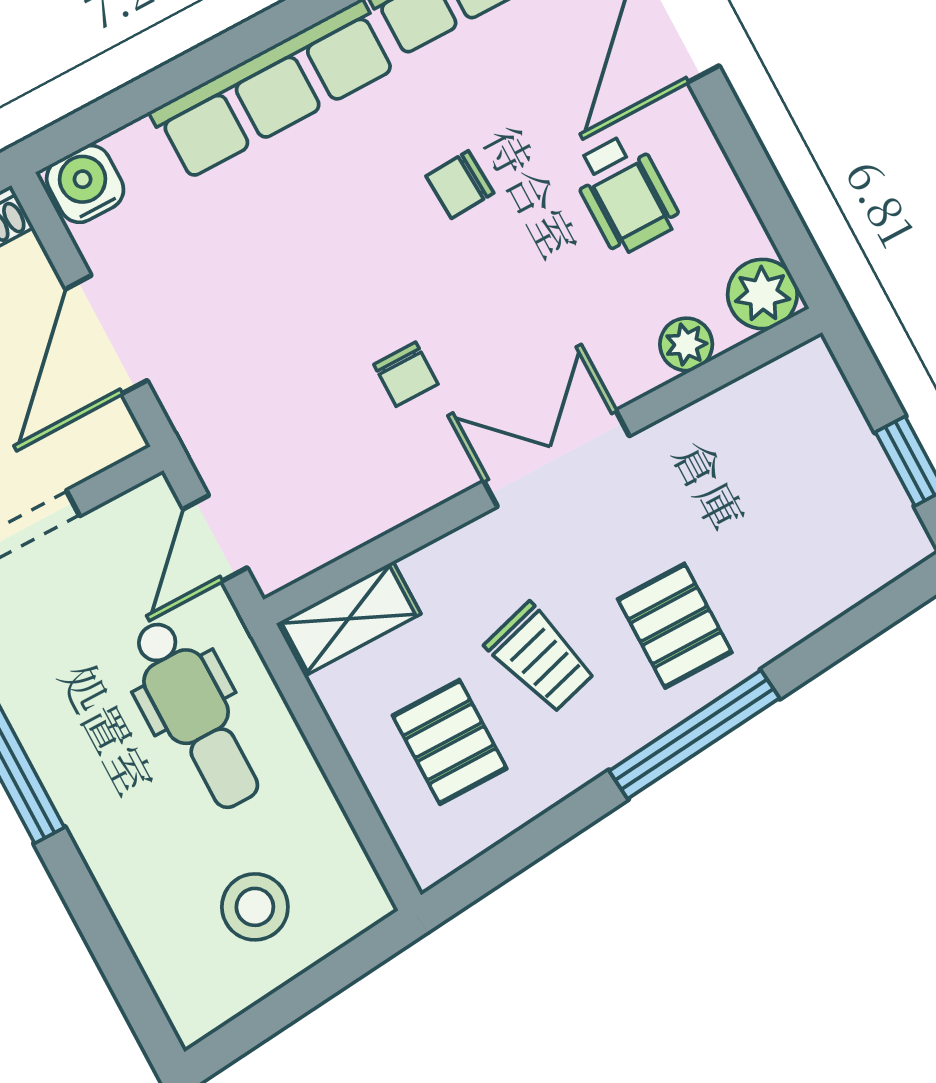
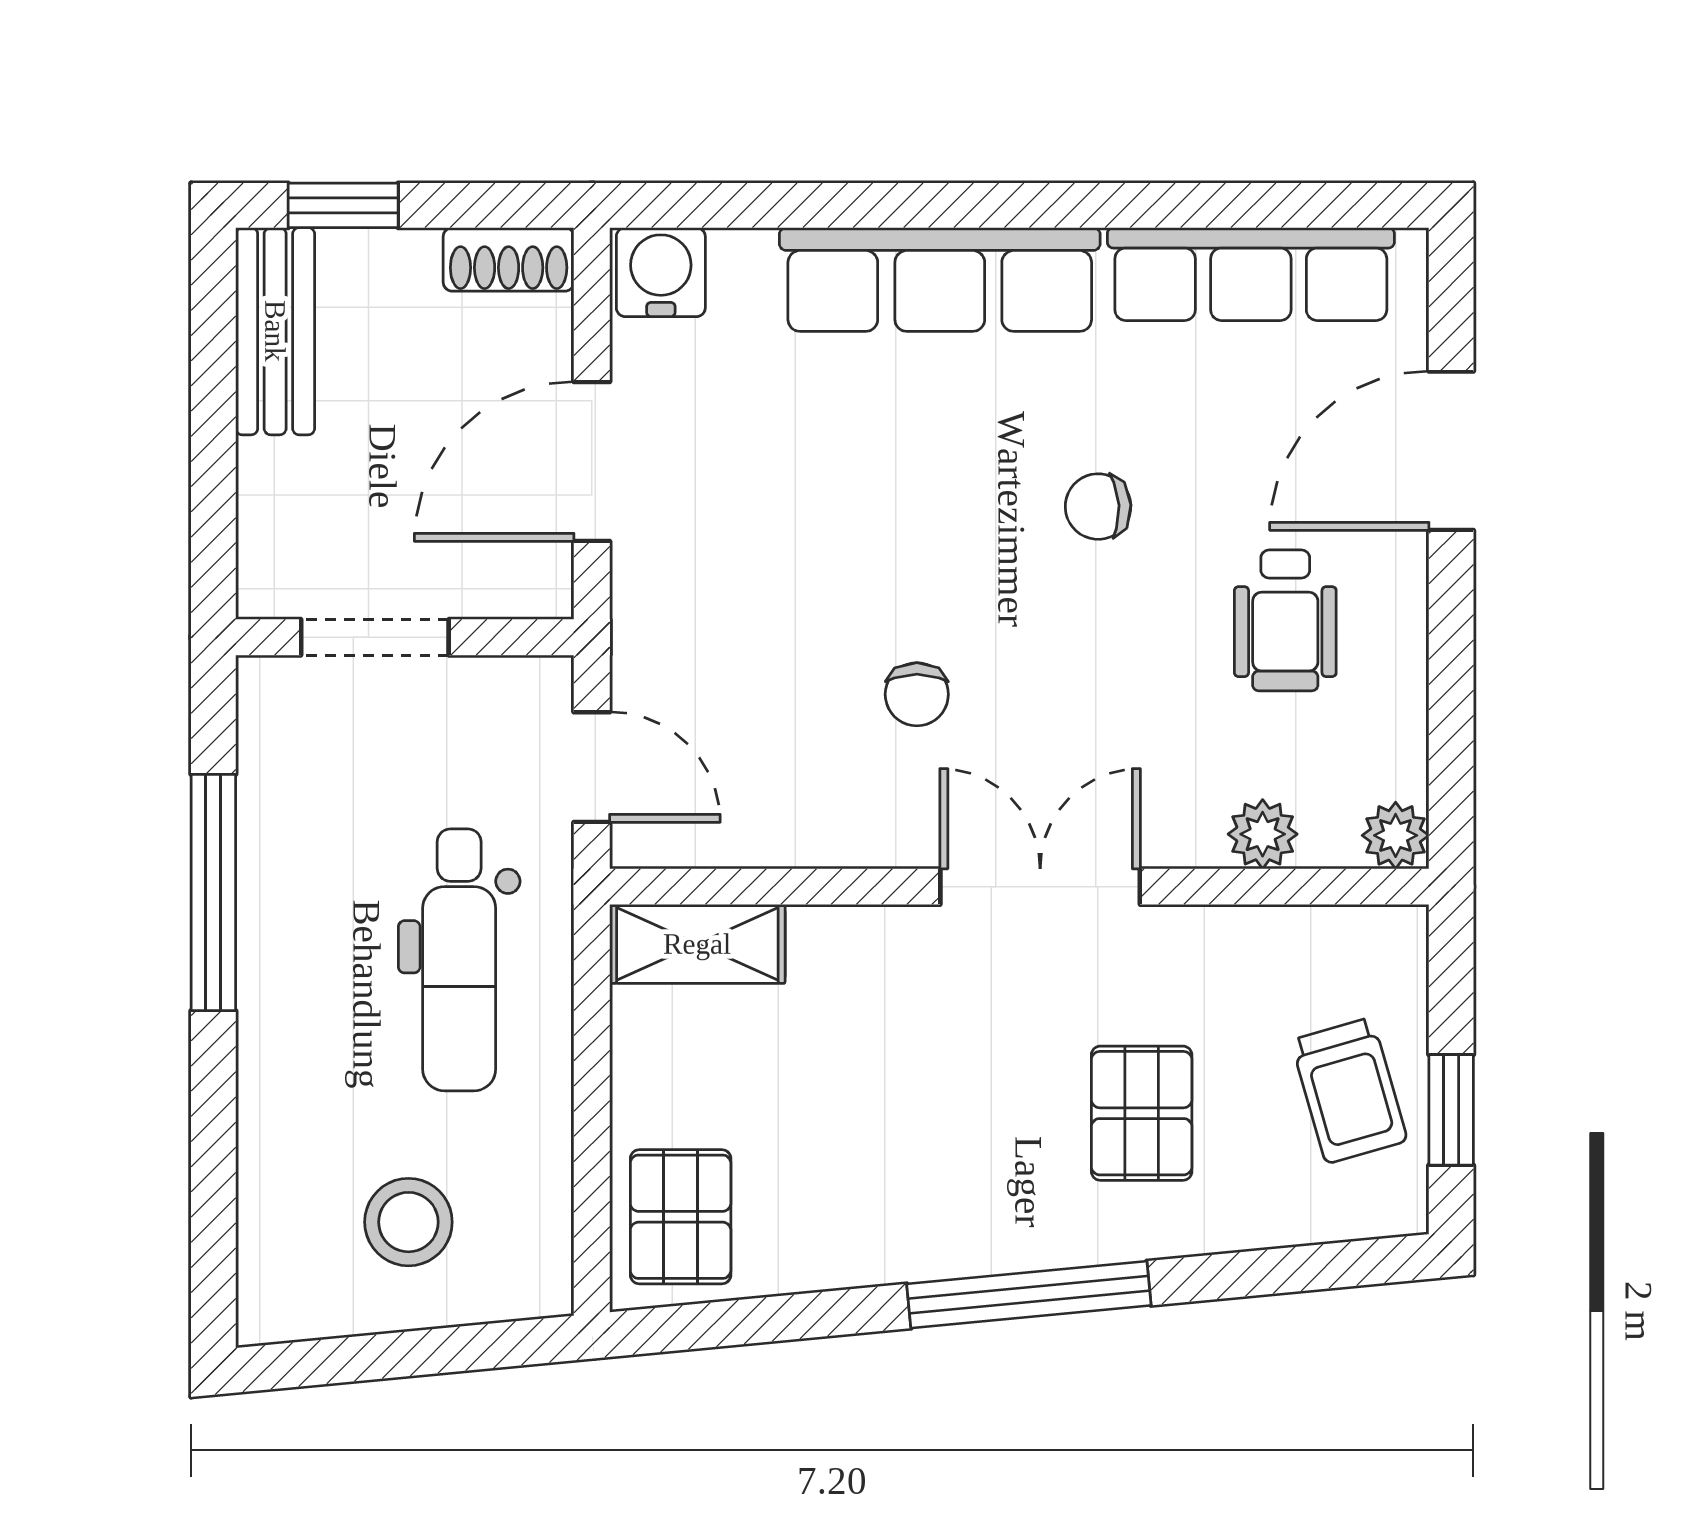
plant: (762, 294) -> (1396, 835), width x0.73, depth x0.73
door: (215, 538) -> (592, 767), swing flipped
pallet: (675, 626) -> (1142, 1113), moved
trolley: (540, 658) -> (1349, 1091), moved
pallet: (450, 742) -> (681, 1217), moved

